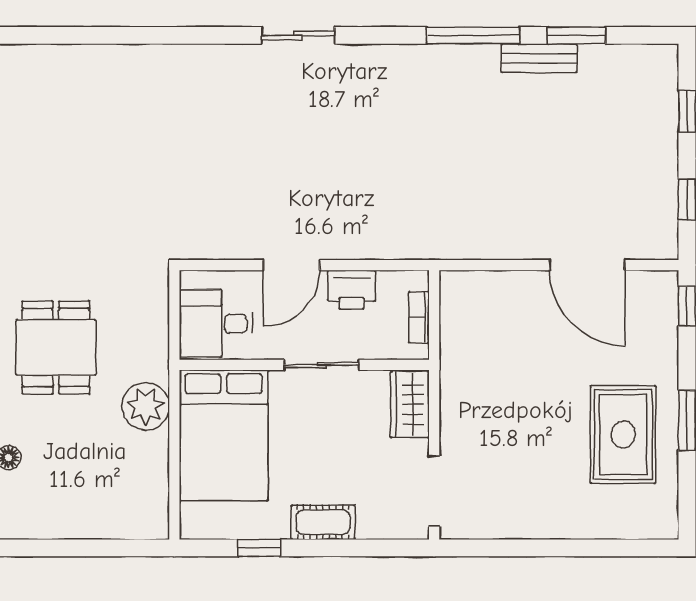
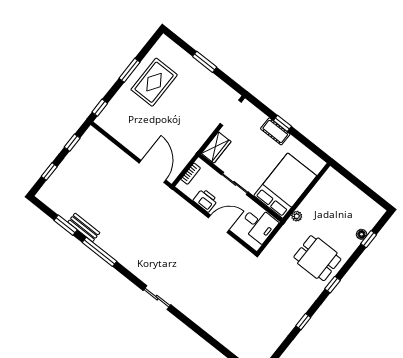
door: (587, 265) -> (153, 171), moved
dining table: (56, 347) -> (317, 258), turned 90
plant: (146, 406) -> (297, 216), width x0.53, depth x0.53
window: (259, 548) -> (282, 123), moved
window: (559, 548) -> (205, 62), added

